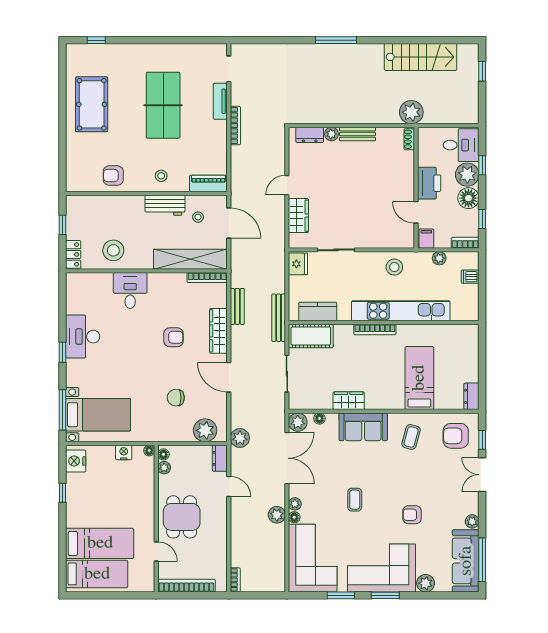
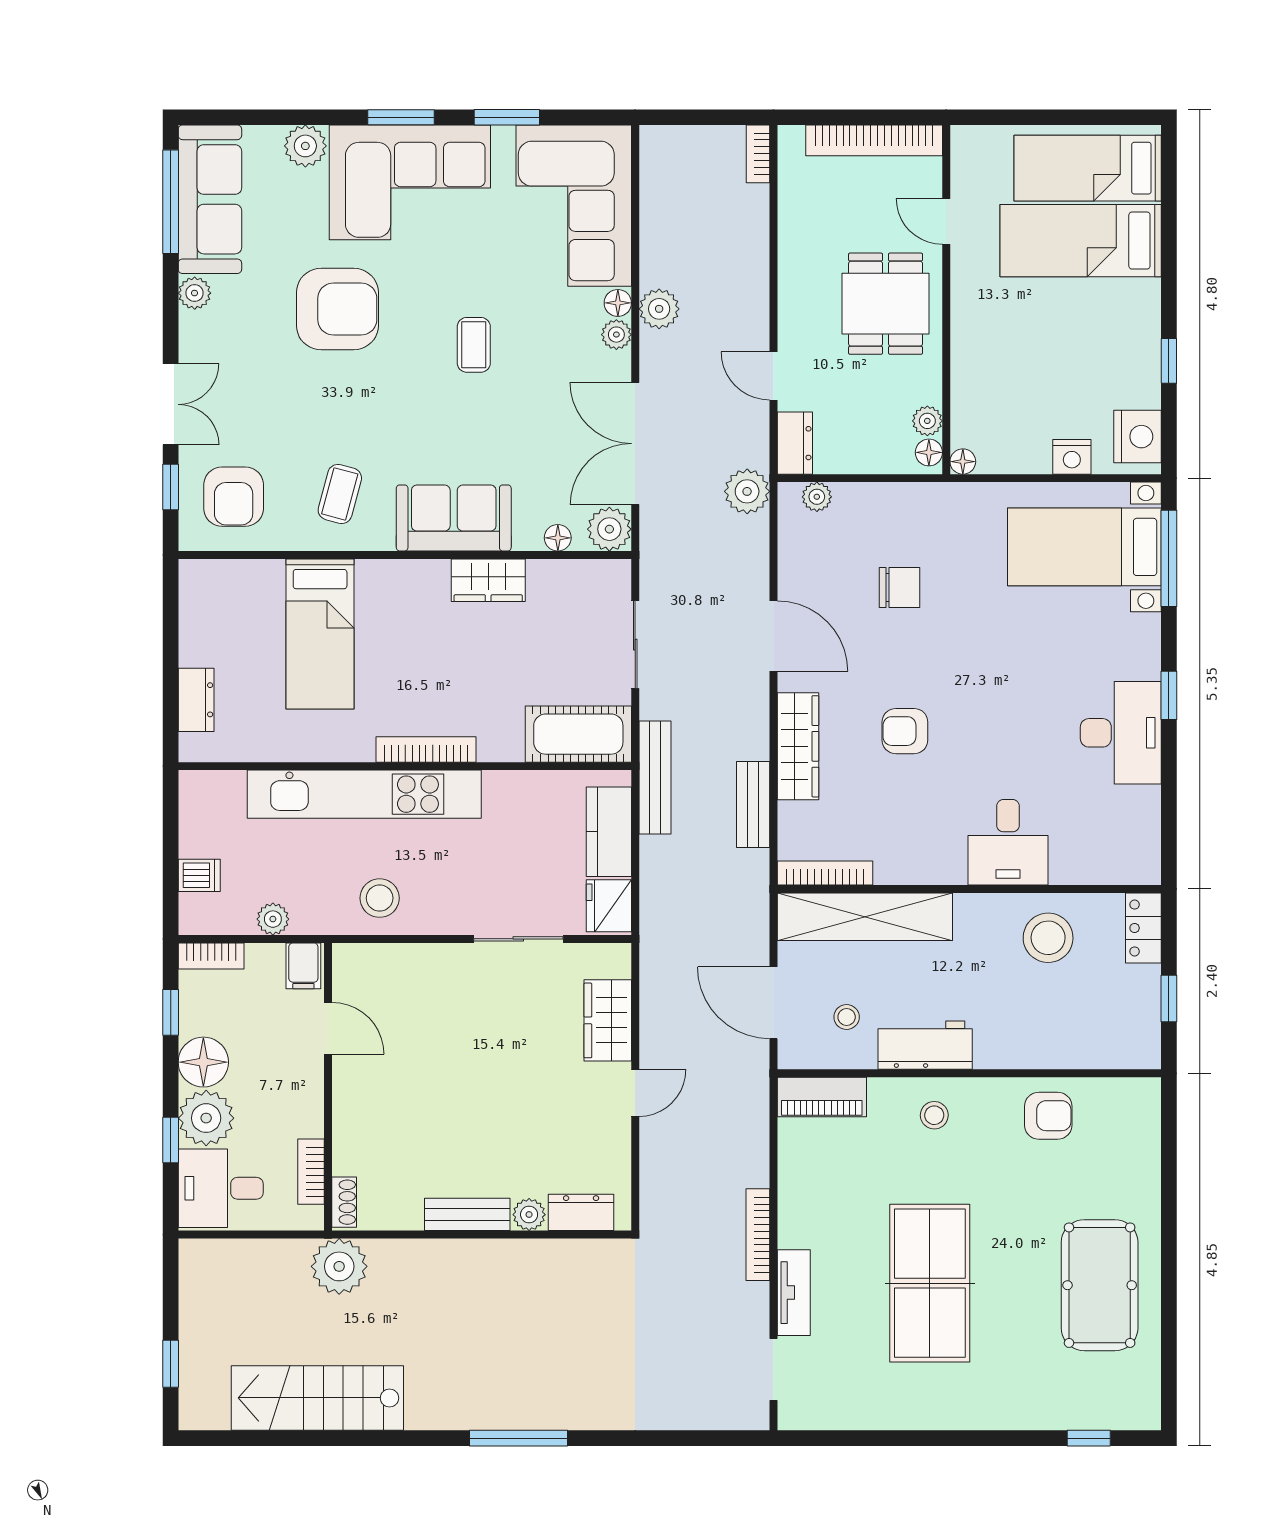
bookcase: (423, 152) -> (311, 1172), added
printer: (429, 183) -> (297, 1098), removed
kitchen counter: (318, 311) -> (609, 832), moved, turned 90
dresser: (471, 396) -> (196, 700), moved
plant: (205, 430) -> (817, 497), width x0.53, depth x0.53
armchair: (456, 436) -> (234, 497), turned 90
nightstand: (124, 453) -> (1072, 457), moved
armchair: (412, 515) -> (337, 309), width x1.88, depth x1.88

